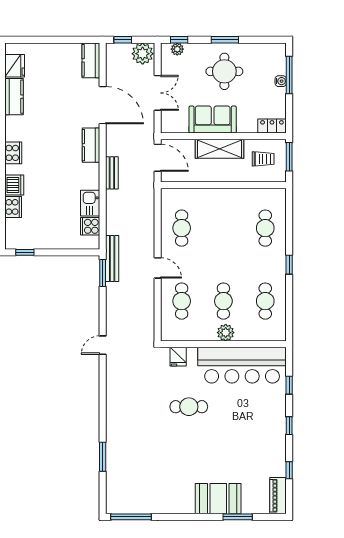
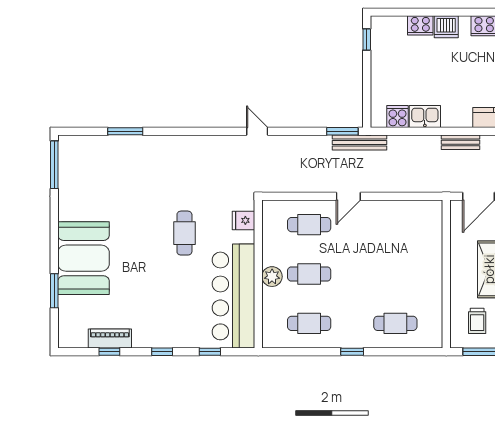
cafe table: (182, 228) -> (395, 225), removed
piano: (278, 496) -> (110, 338), moved
booth: (218, 499) -> (84, 258), width x1.36, depth x1.42

